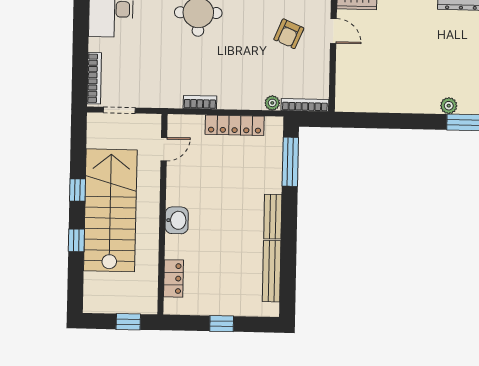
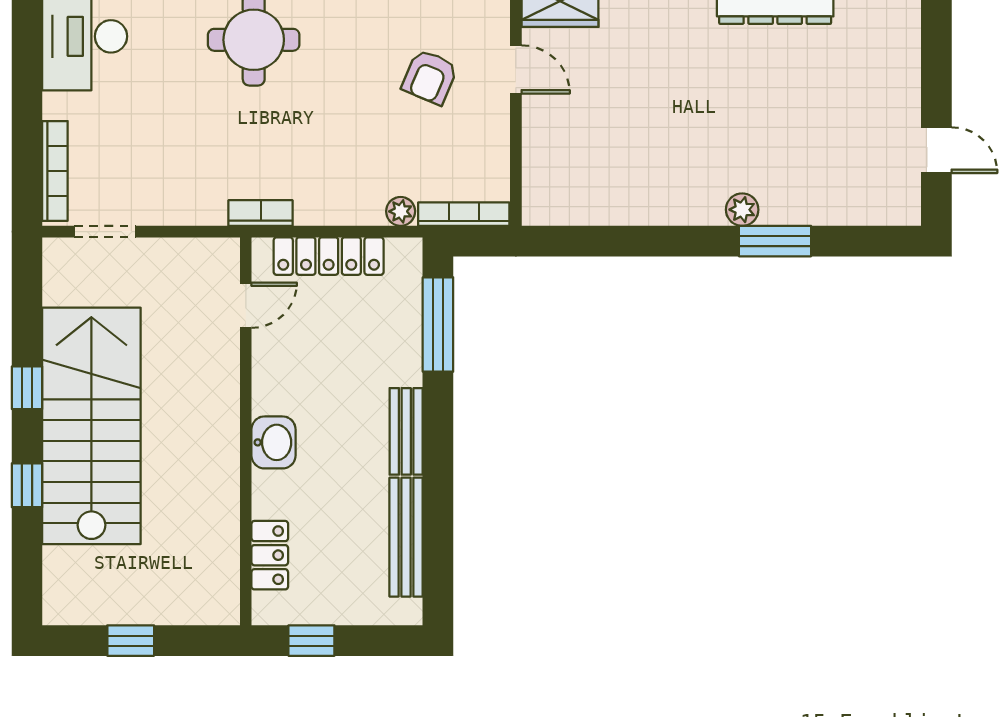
door: (164, 149) -> (246, 305), moved
wall: (162, 214) -> (246, 431), moved
washbasin: (177, 220) -> (274, 442), moved
locker: (174, 278) -> (270, 555), moved

